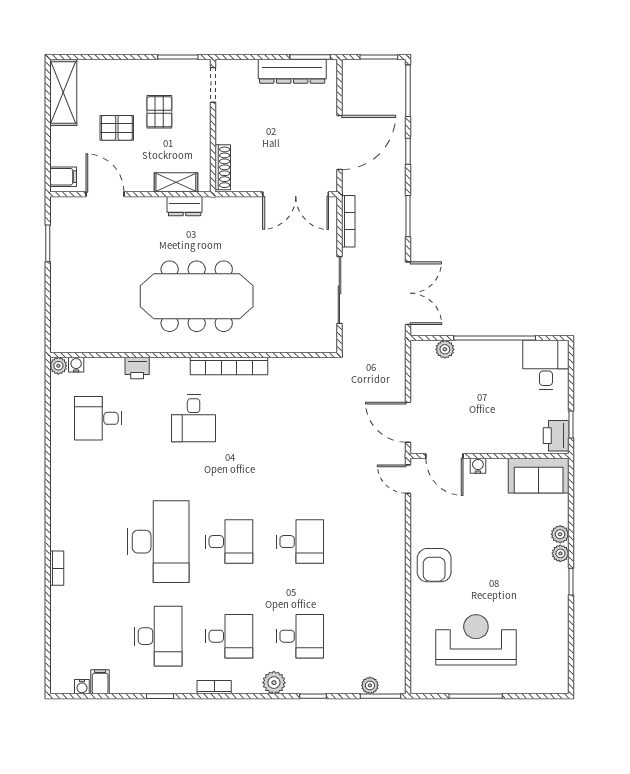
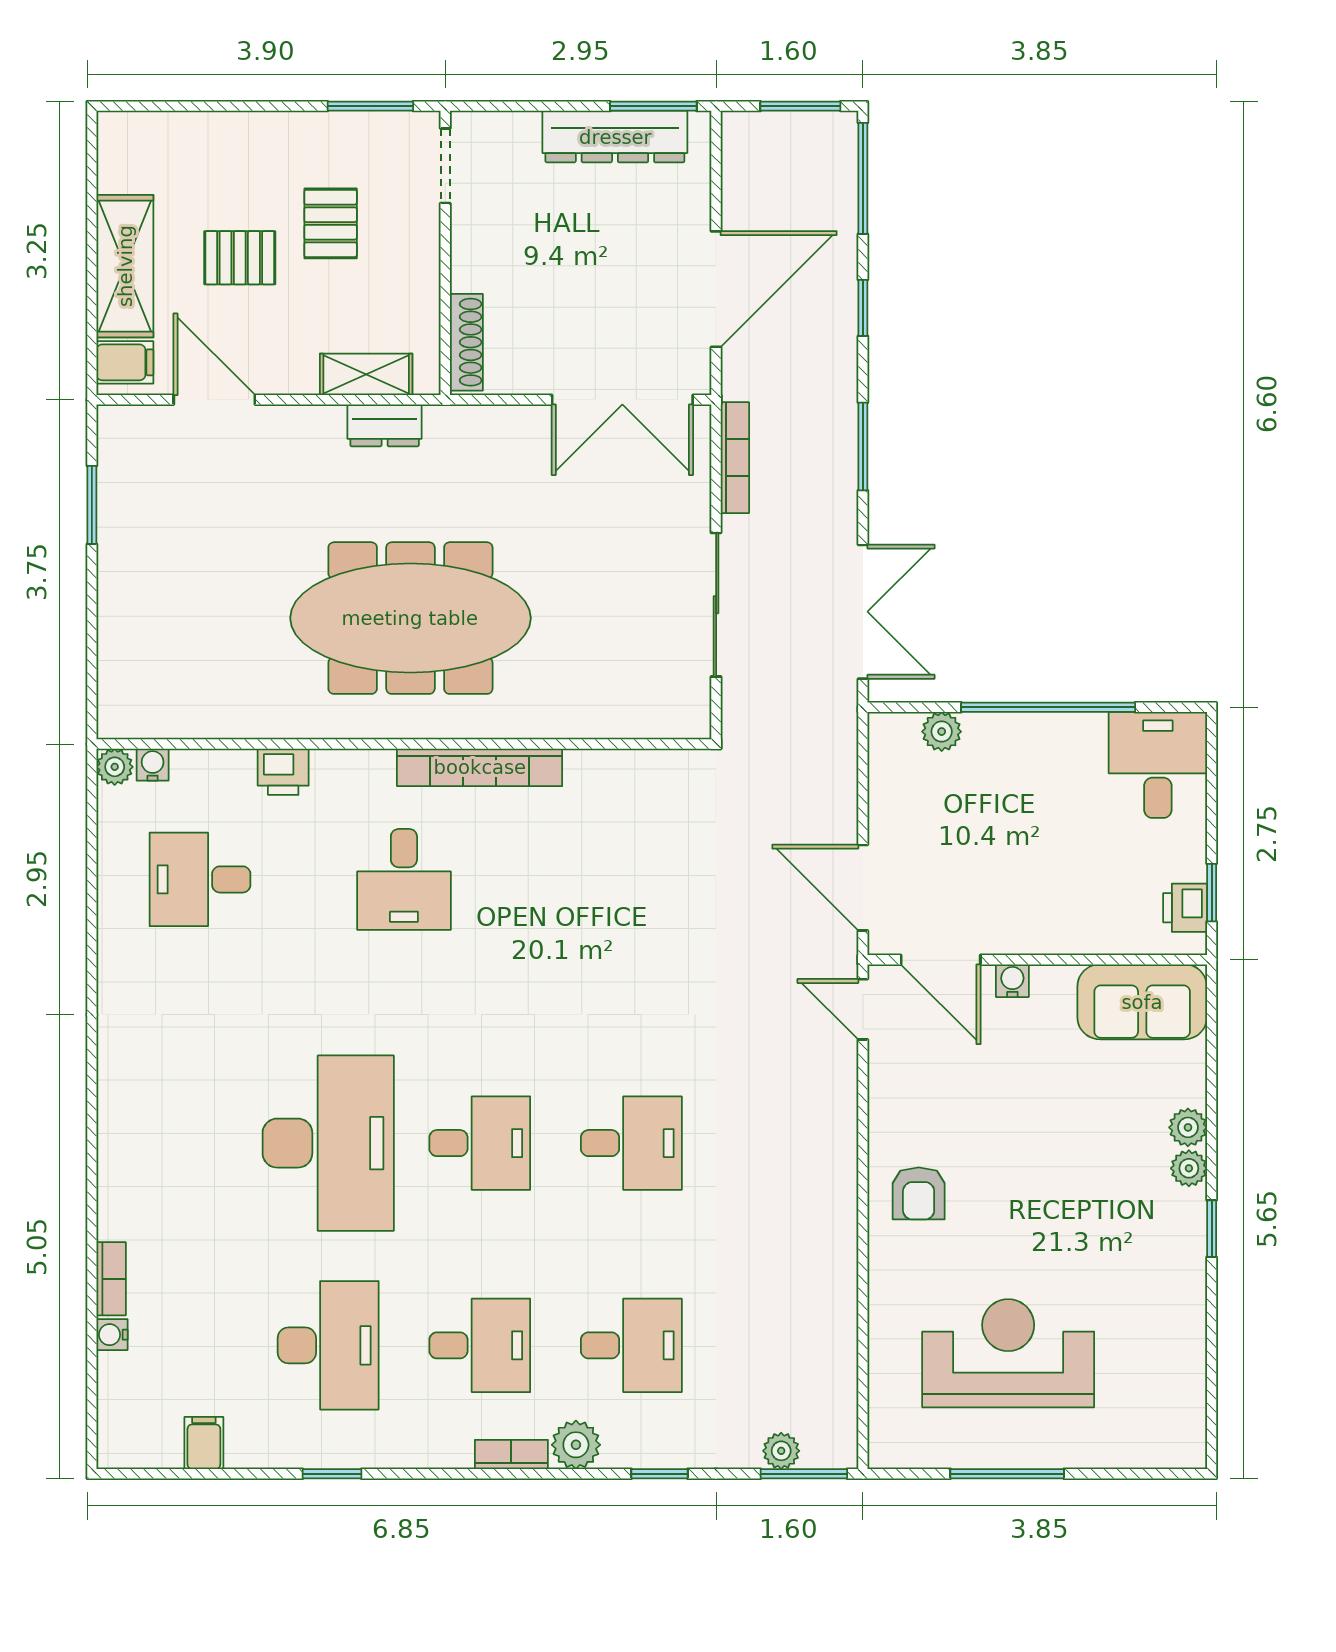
shelving: (63, 92) -> (125, 266), moved
printer: (556, 436) -> (1185, 908), width x0.73, depth x0.81
armchair: (434, 565) -> (919, 1193), width x0.72, depth x0.72
bookcase: (57, 568) -> (111, 1279), moved
water cooler: (82, 687) -> (112, 1335), moved, turned 90
bookcase: (214, 687) -> (511, 1454), moved

